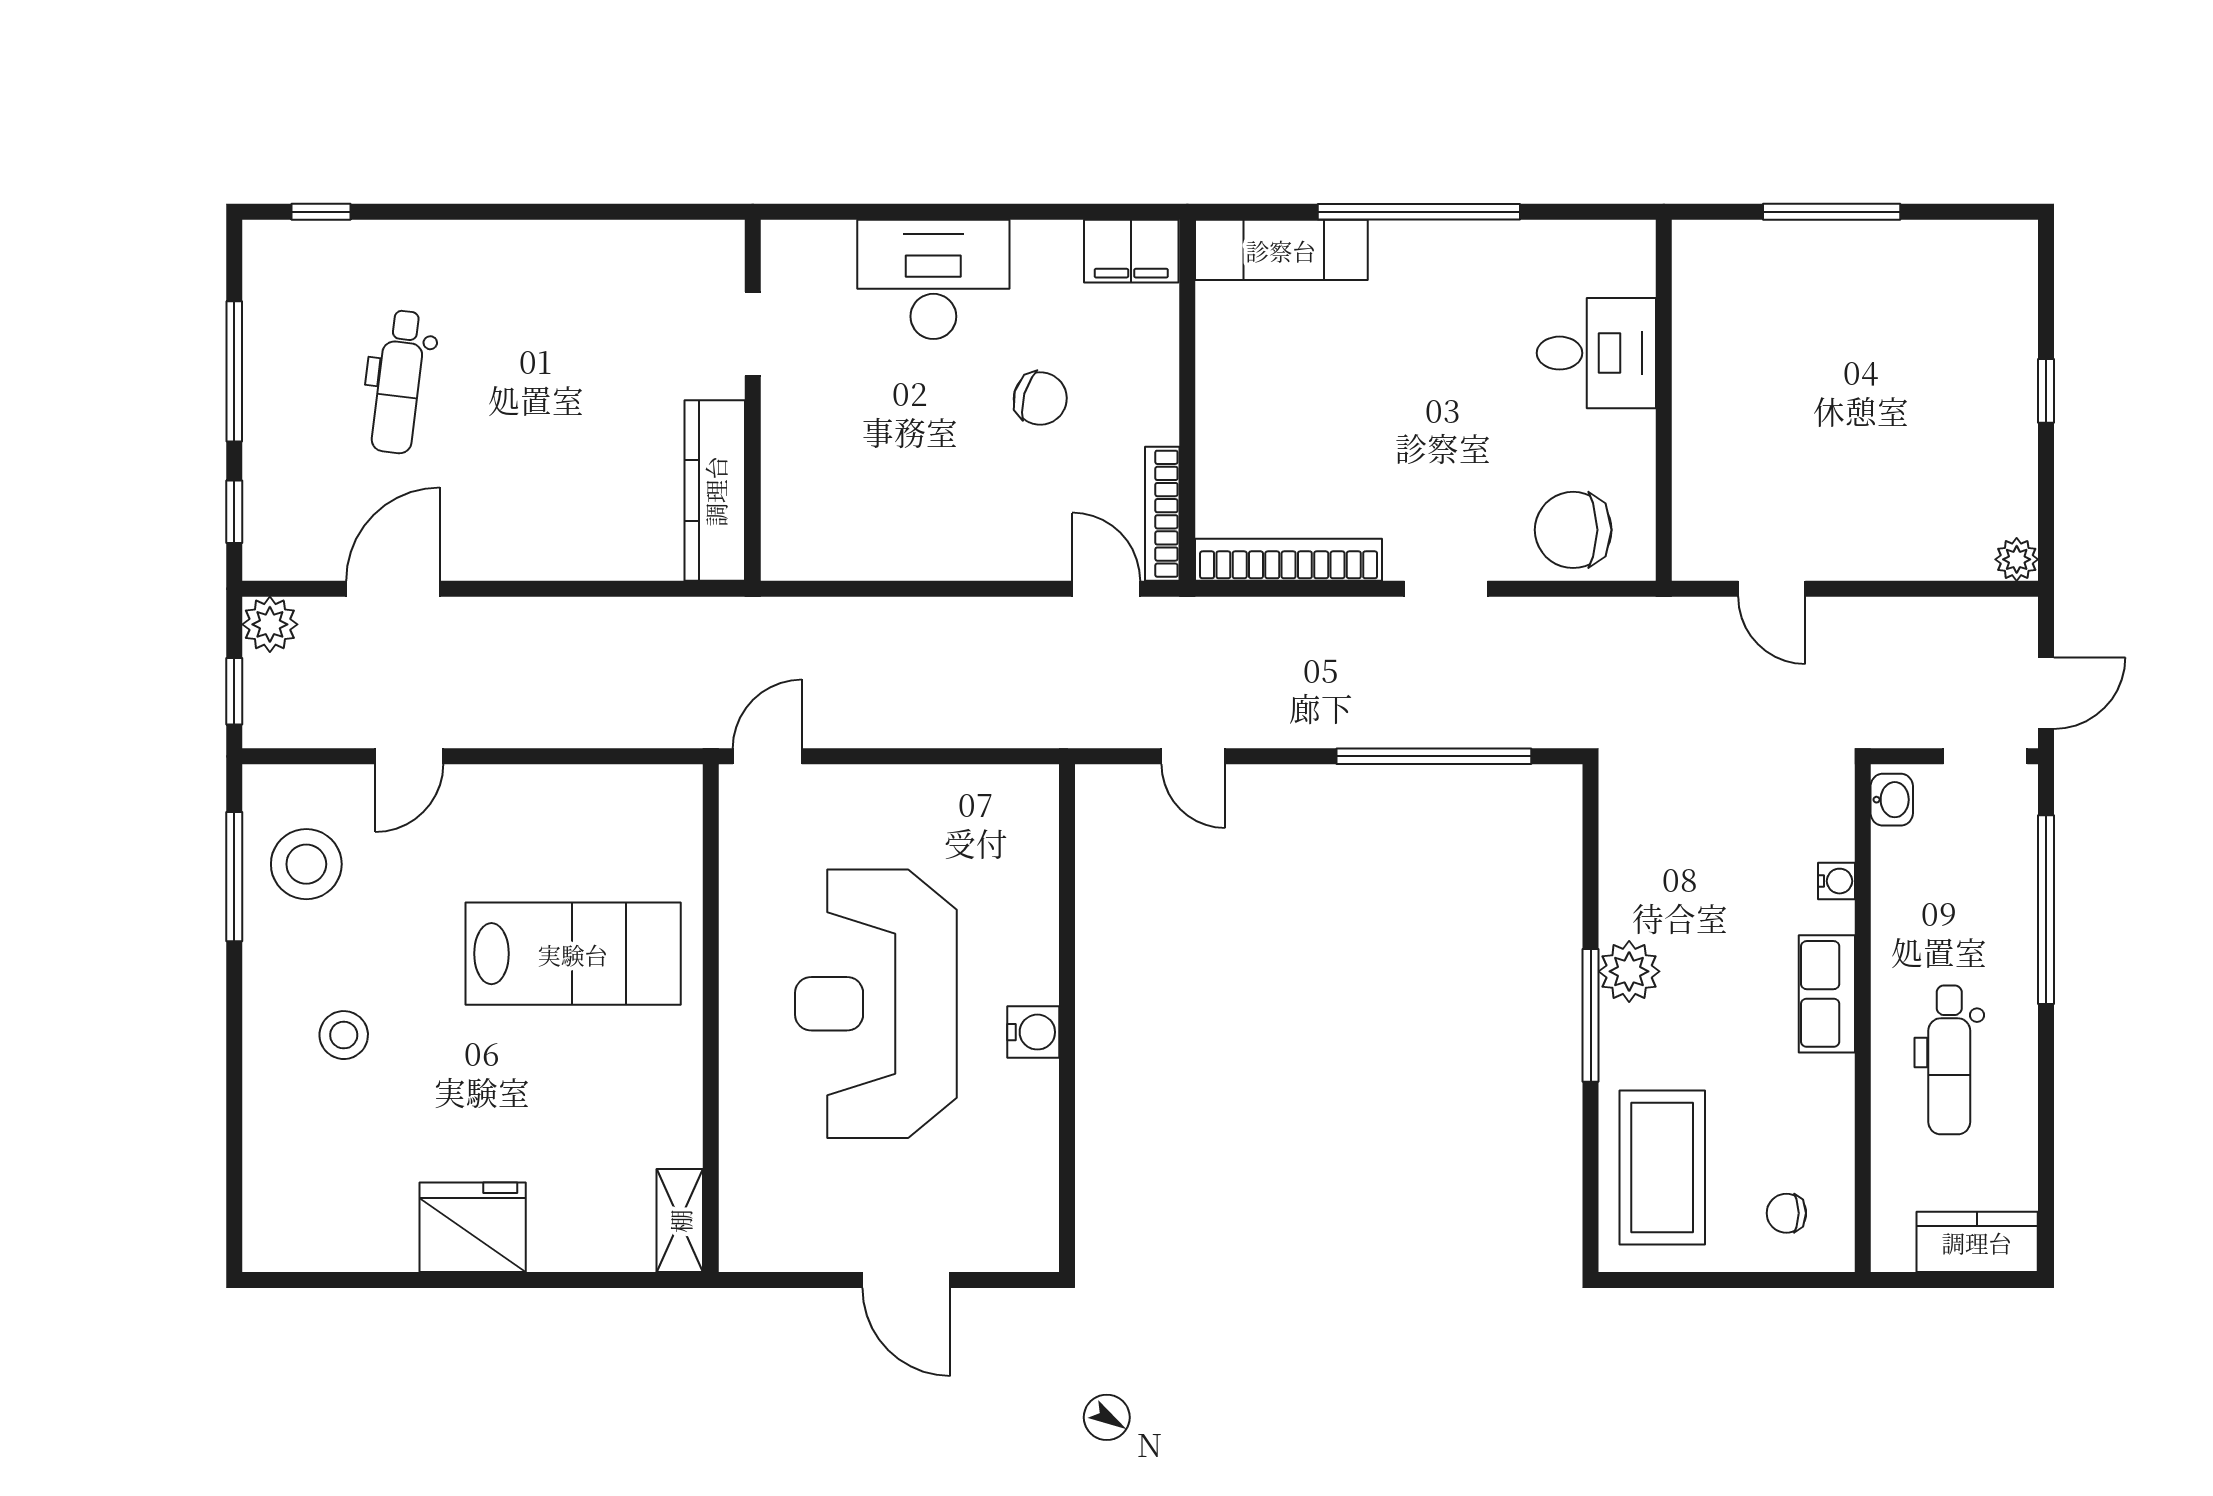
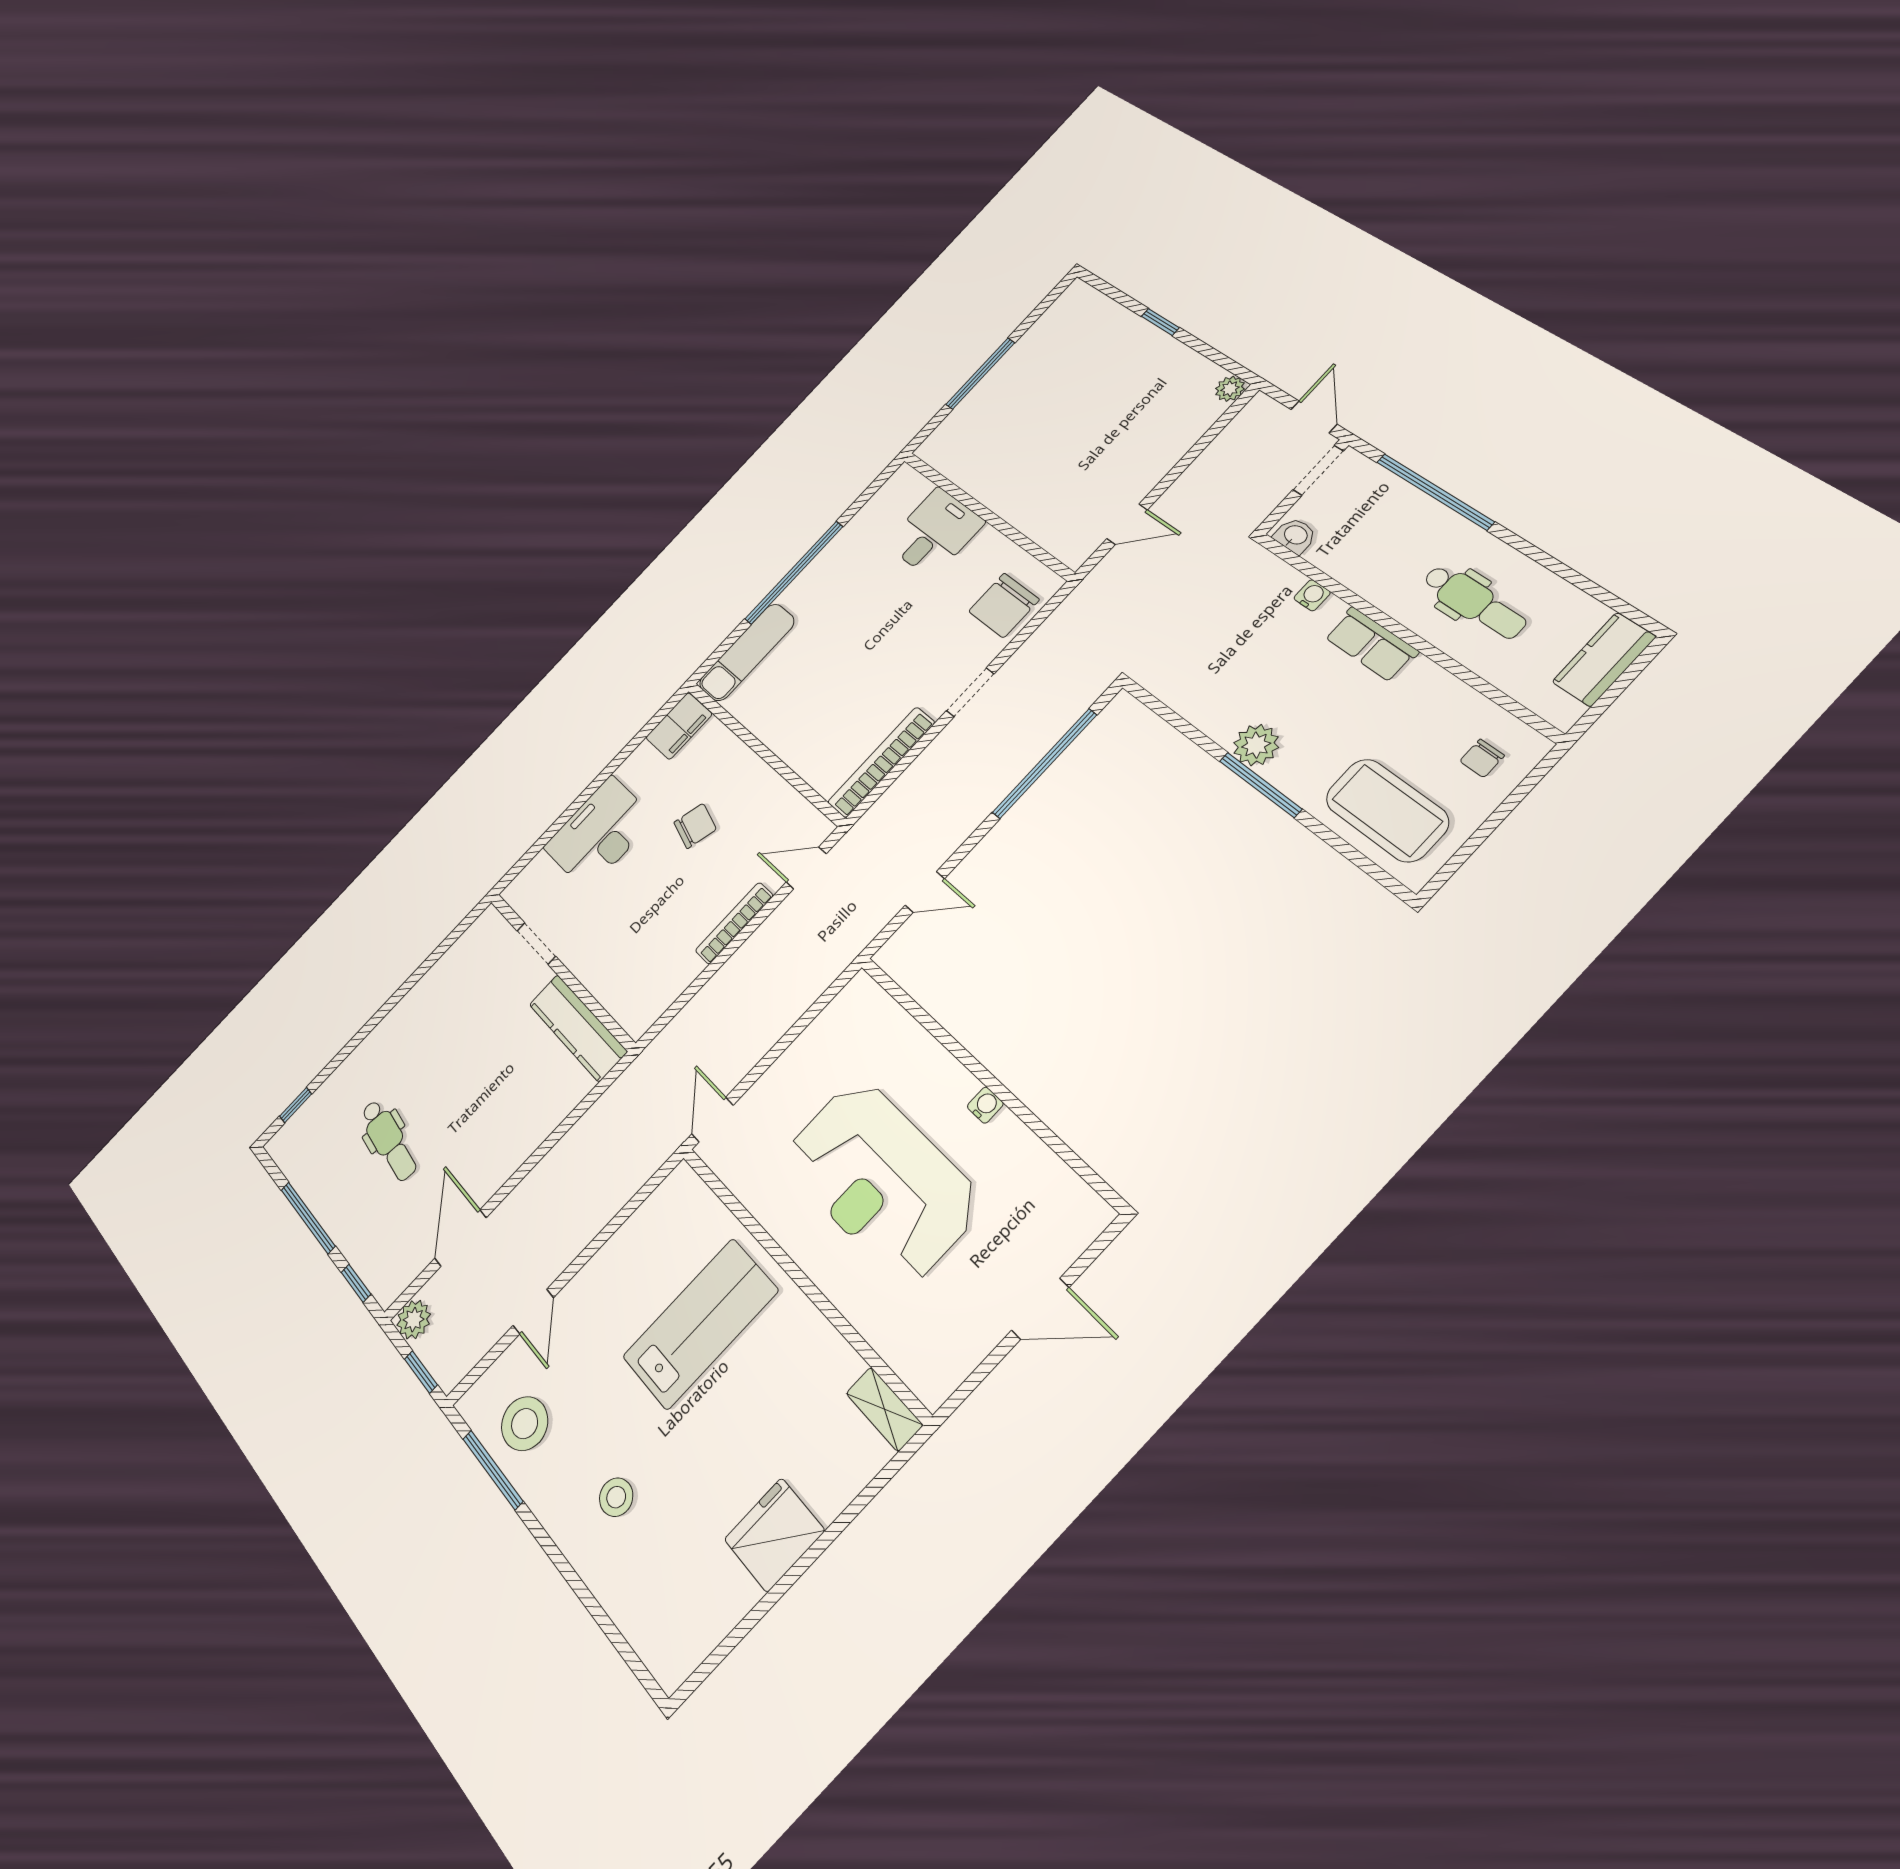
bookcase: (1162, 514) -> (734, 923), moved, turned 90
water cooler: (1033, 1032) -> (985, 1105), width x0.72, depth x0.72

